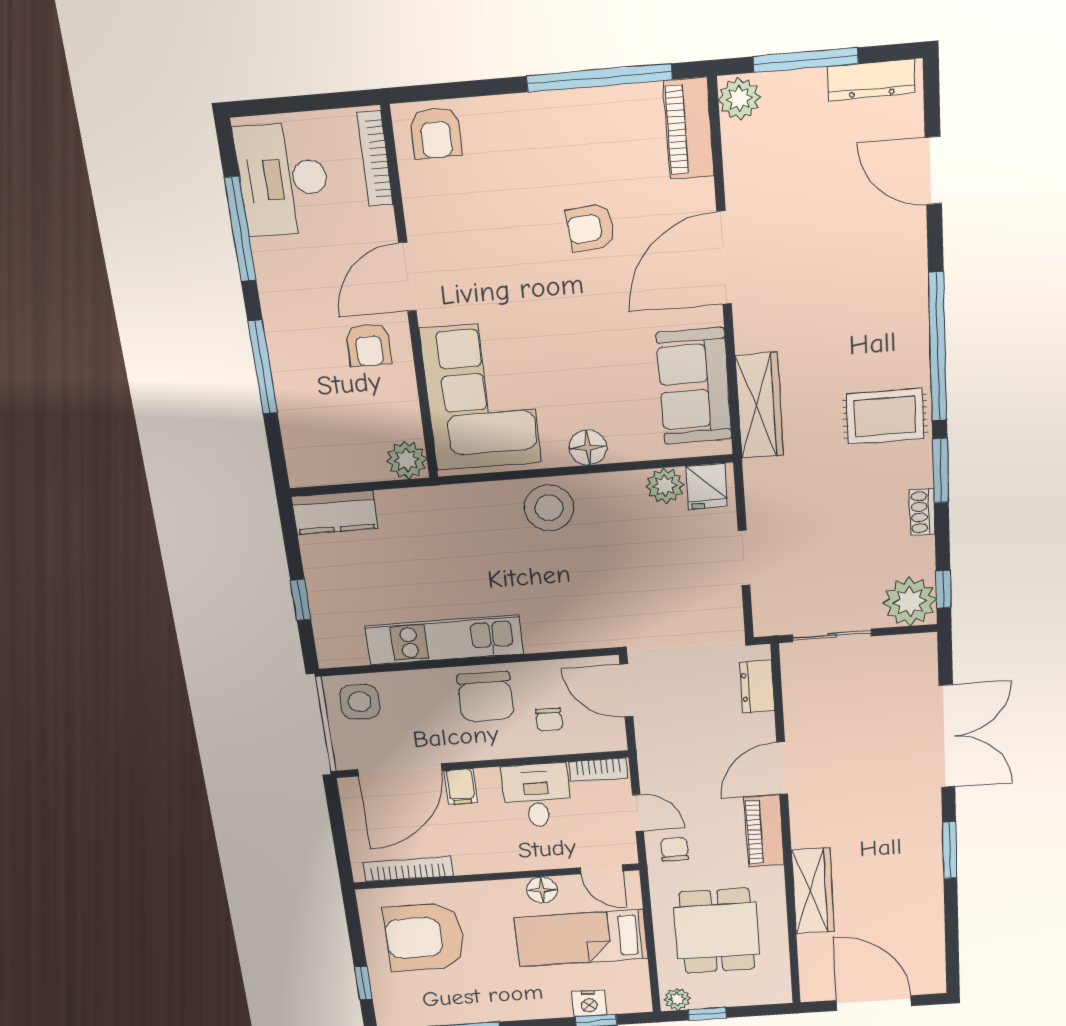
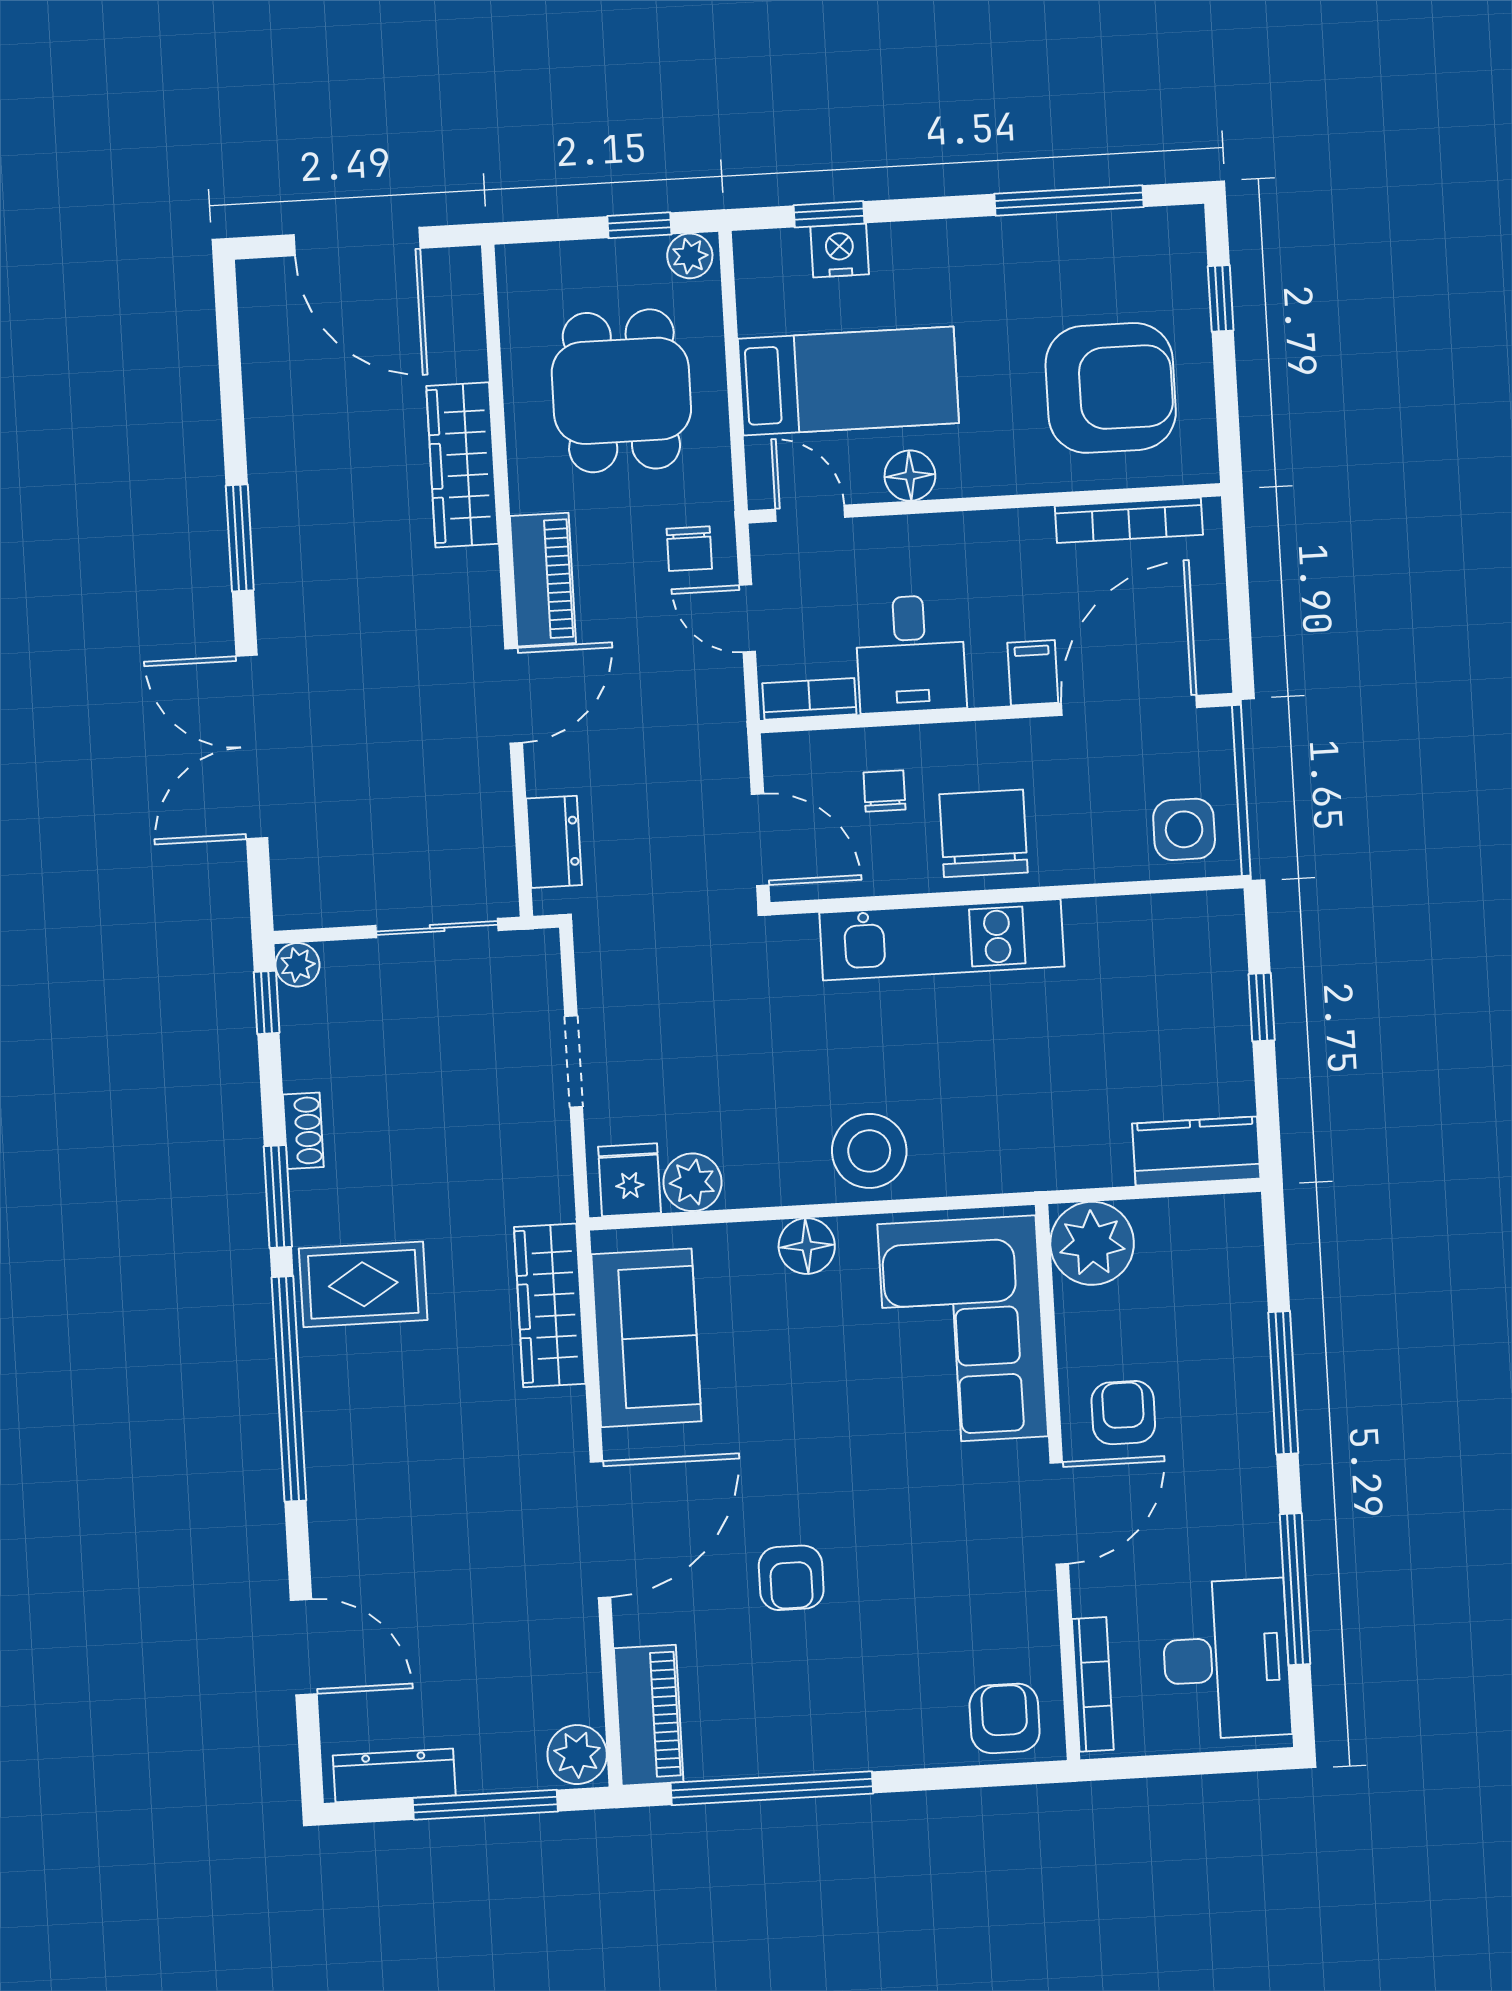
armchair: (591, 228) -> (791, 1578), turned 95
plant: (407, 460) -> (1092, 1243), width x1.36, depth x1.36
plant: (910, 602) -> (298, 965), width x0.53, depth x0.53
kitchen unit: (444, 640) -> (942, 940), moved

